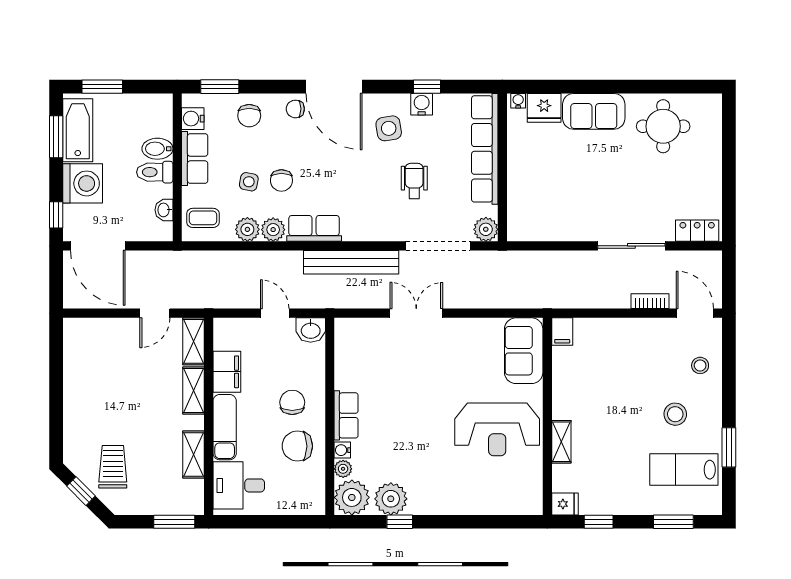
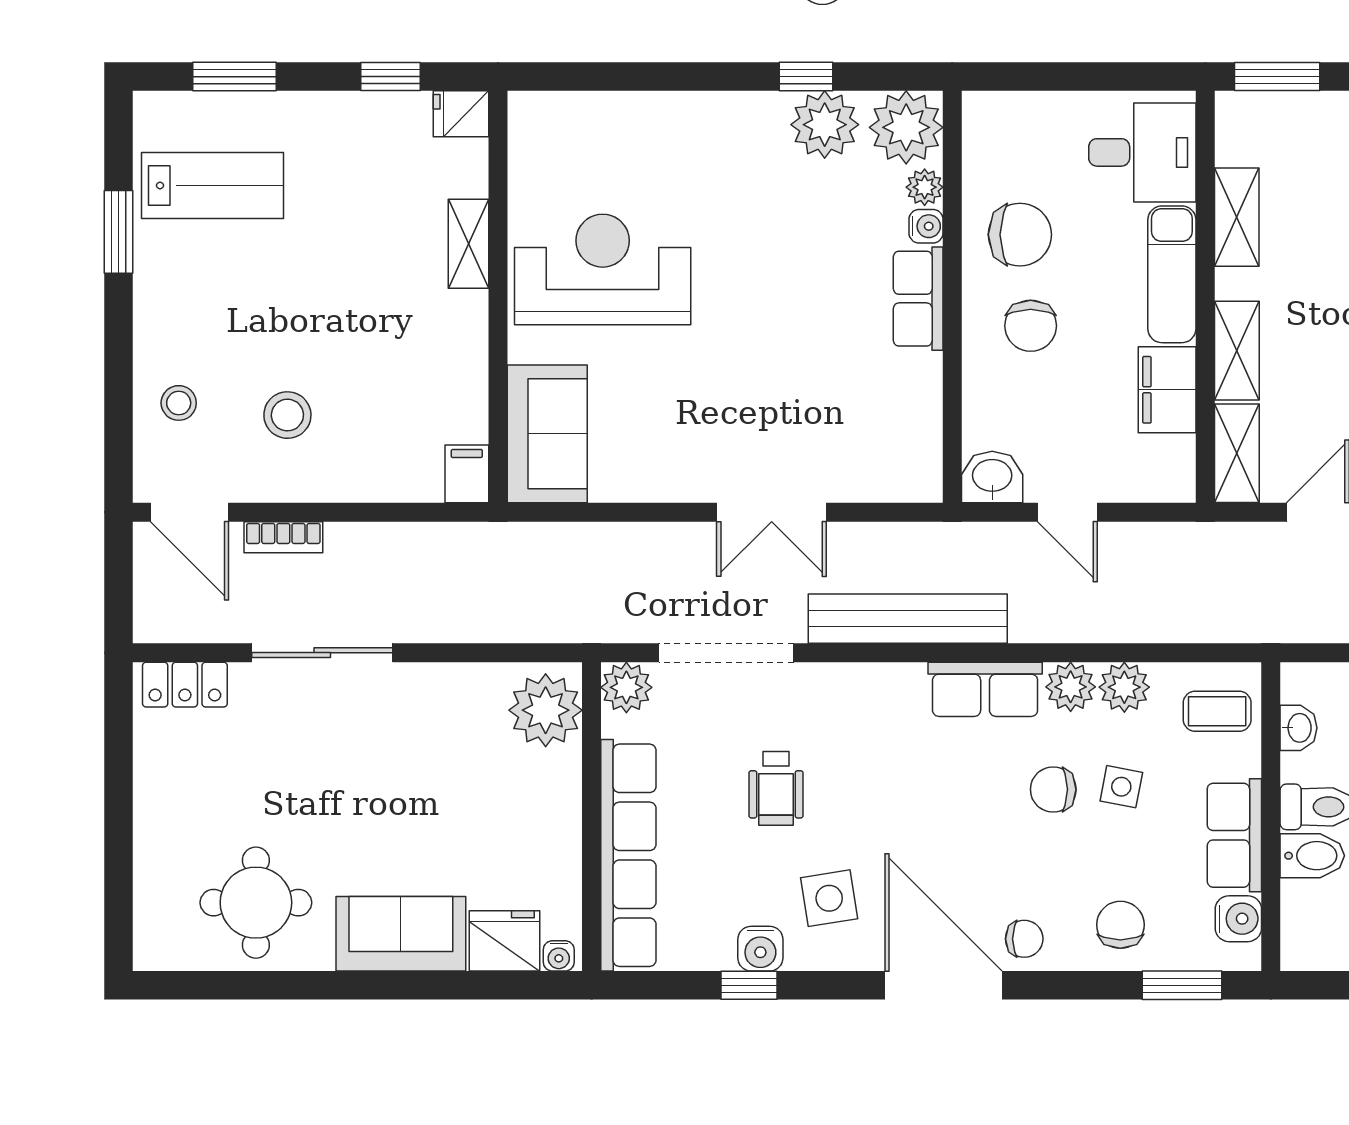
chair: (281, 180) -> (1053, 789), turned -90
plant: (524, 218) -> (546, 710), added
stool: (675, 414) -> (287, 415), moved

